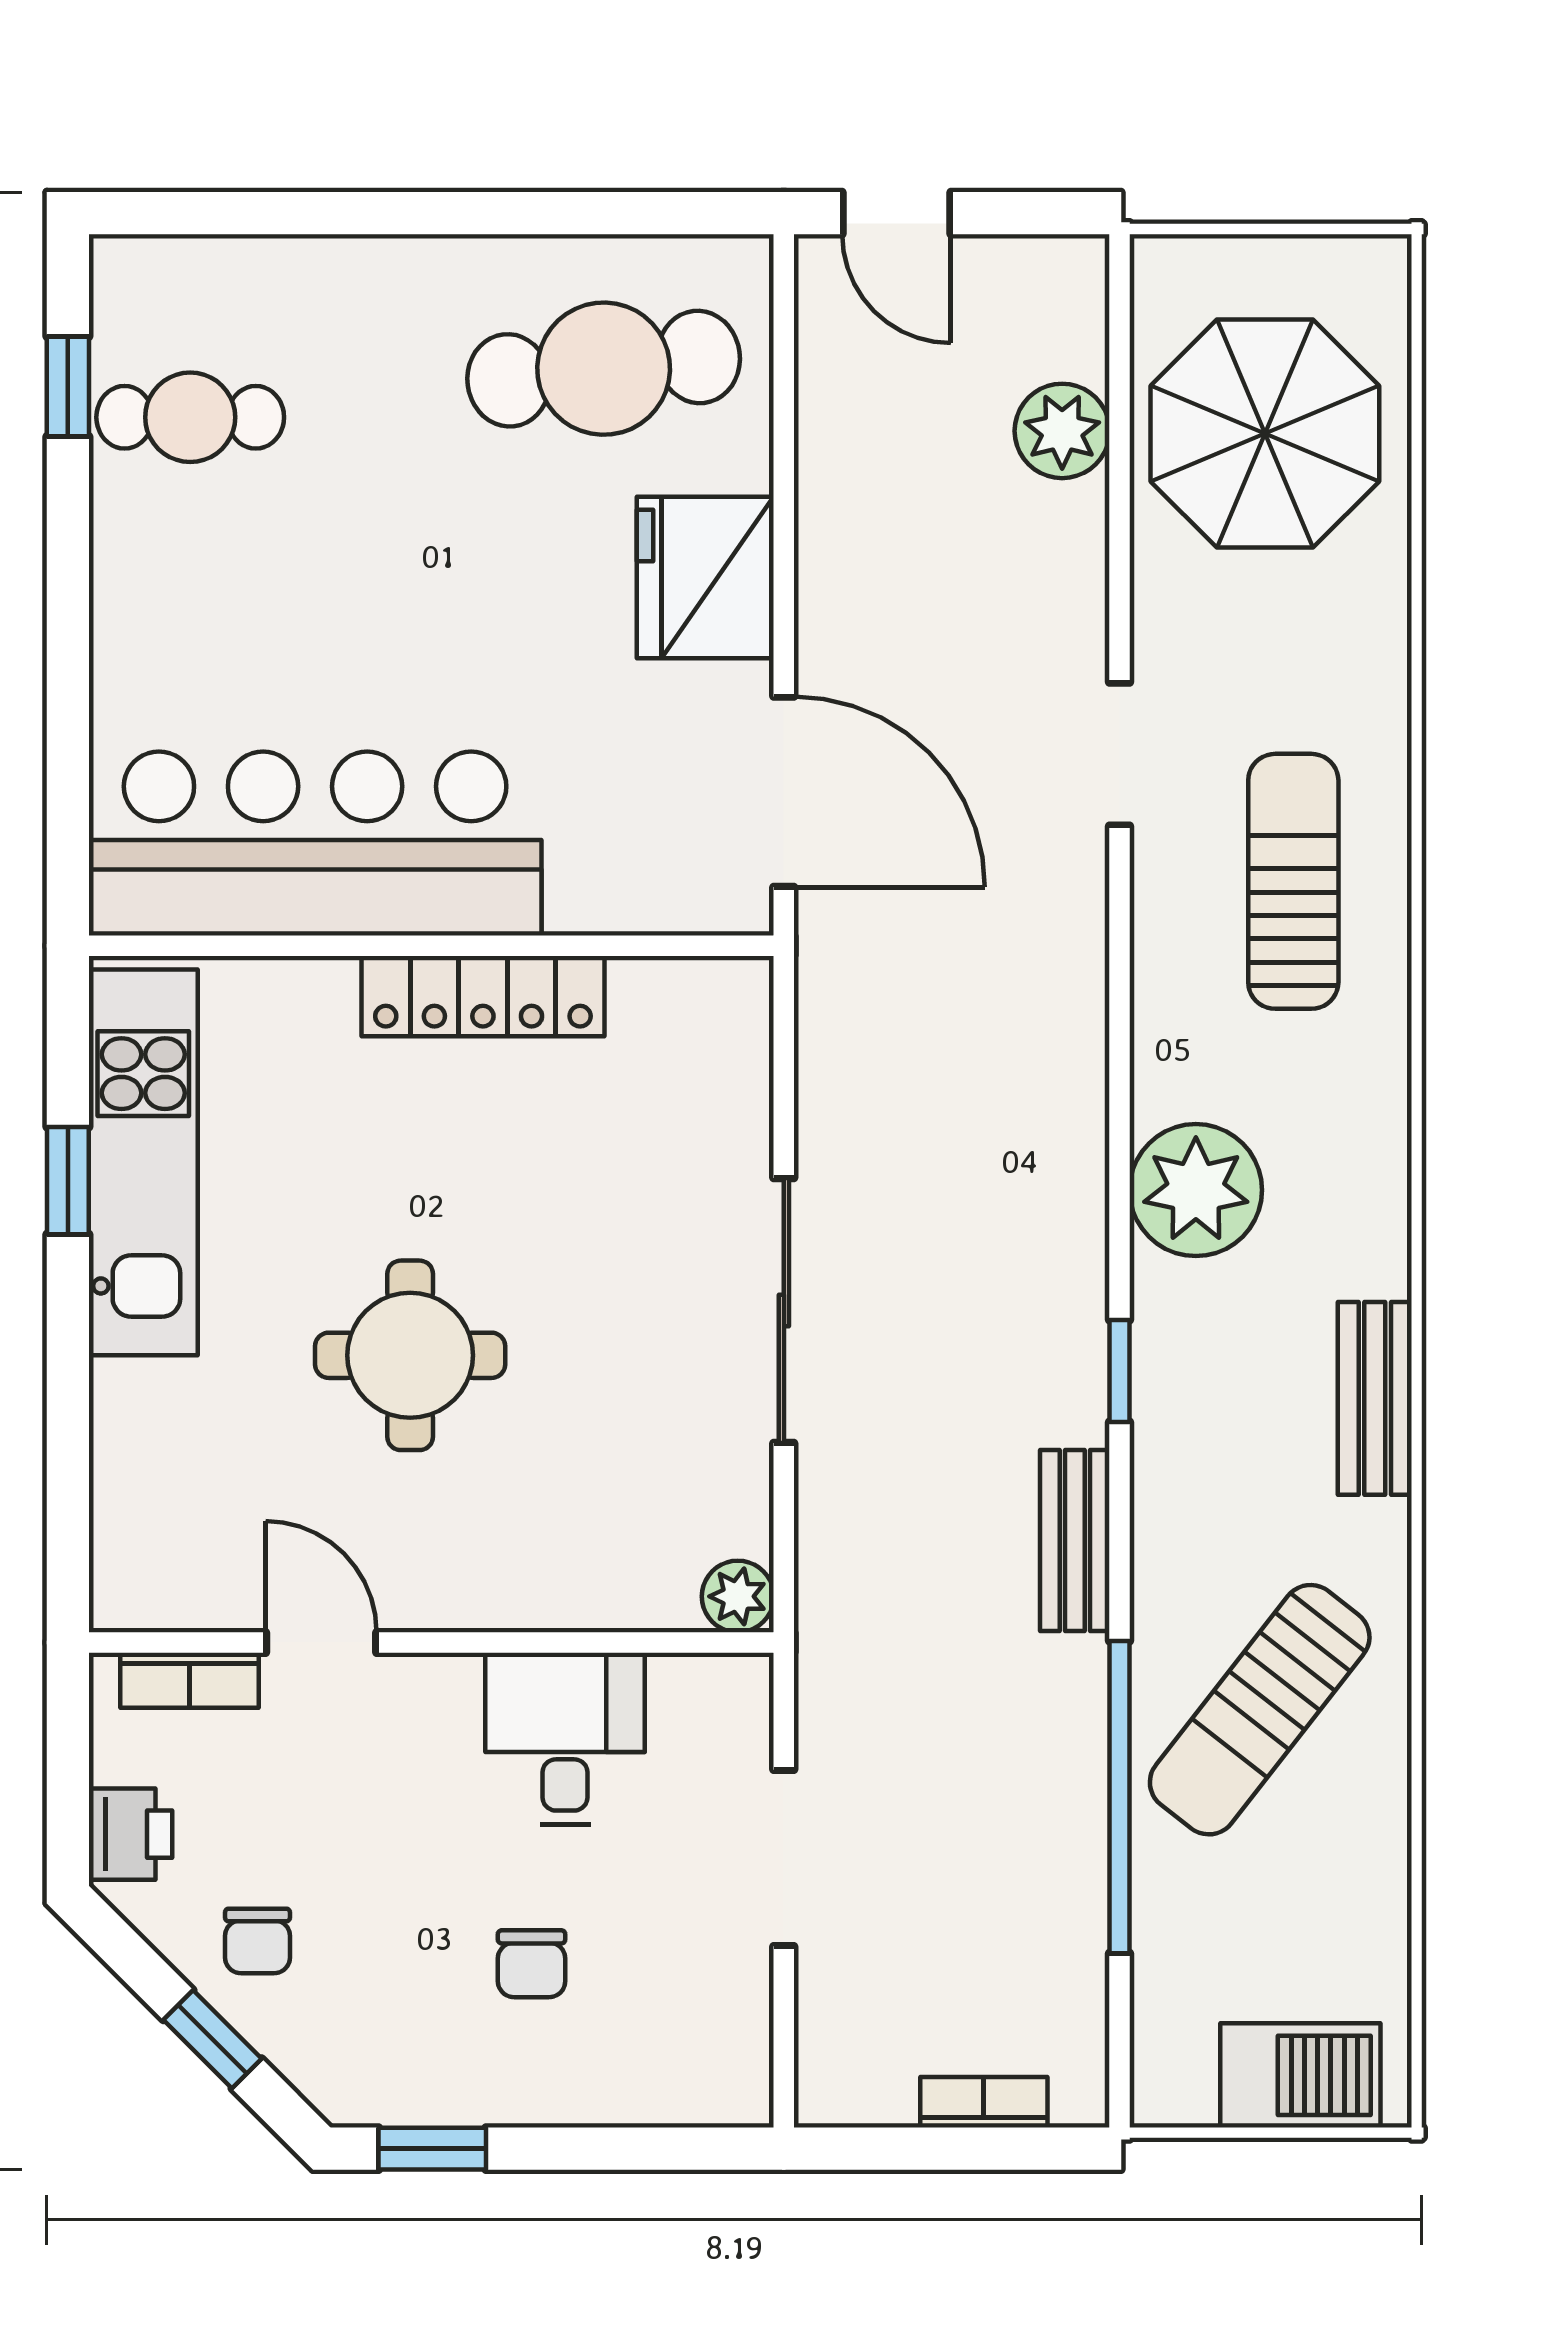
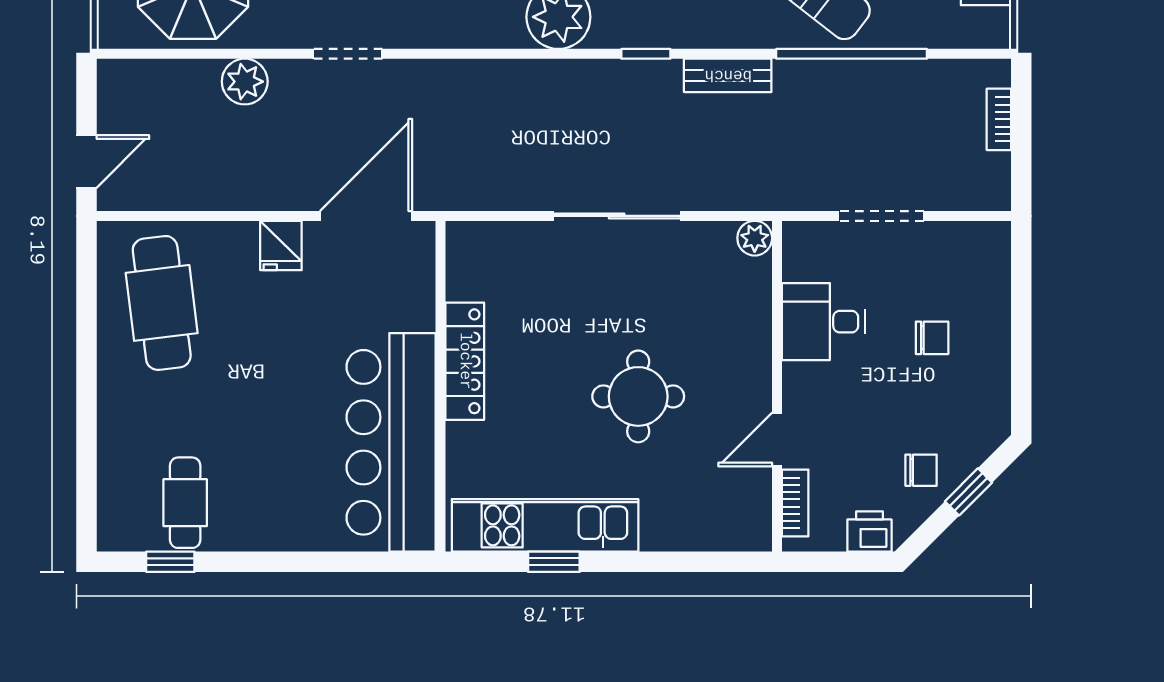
plant: (1062, 431) -> (245, 82), moved
fridge: (705, 578) -> (281, 246), width x0.53, depth x0.75
window: (432, 2149) -> (1021, 386), removed

